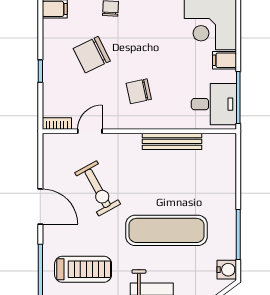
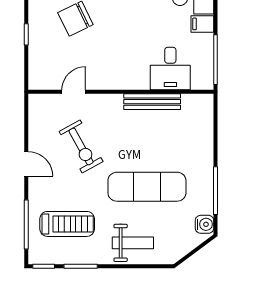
chair: (139, 91) -> (120, 54), removed
desk: (214, 104) -> (170, 69), moved, turned 90
bookcase: (57, 123) -> (42, 84), removed
door: (40, 207) -> (26, 164), width x0.73

